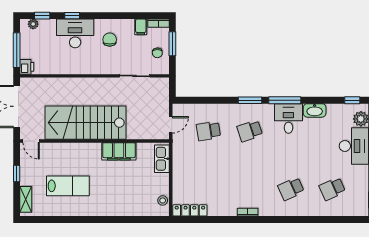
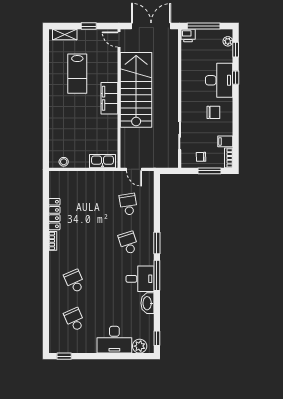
door: (31, 141) -> (119, 39), hinge flipped
filing cabinet: (119, 151) -> (109, 98), moved
locker: (190, 210) -> (54, 214), moved

